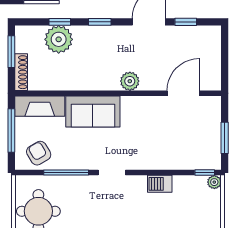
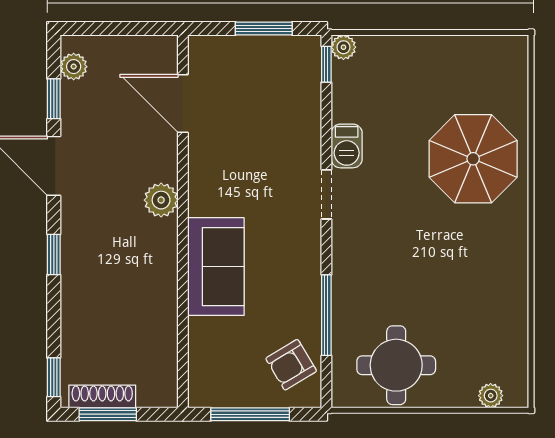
window: (60, 22) -> (54, 377), moved
plant: (59, 39) -> (74, 67), moved, width x0.53, depth x0.53
shoe rack: (21, 72) -> (102, 396), moved
fireplace: (40, 106) -> (206, 363), removed
doorway: (112, 173) -> (326, 194), moved

